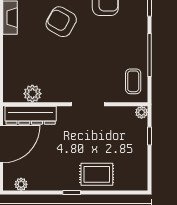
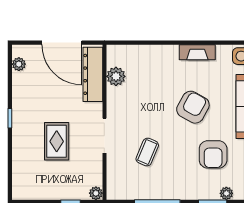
coffee table: (133, 81) -> (147, 152), moved, turned -67
rug: (97, 174) -> (57, 141), moved

